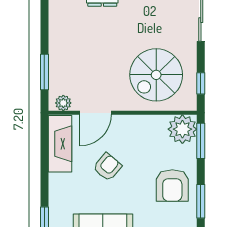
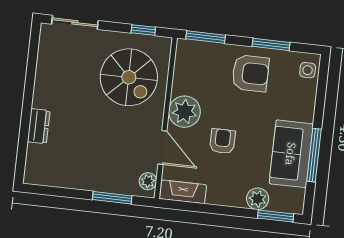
plant: (182, 129) -> (184, 112), moved
fireplace: (60, 144) -> (183, 192), width x0.73, depth x0.76
armchair: (107, 167) -> (222, 141), turned 50
plant: (58, 205) -> (258, 199), added

